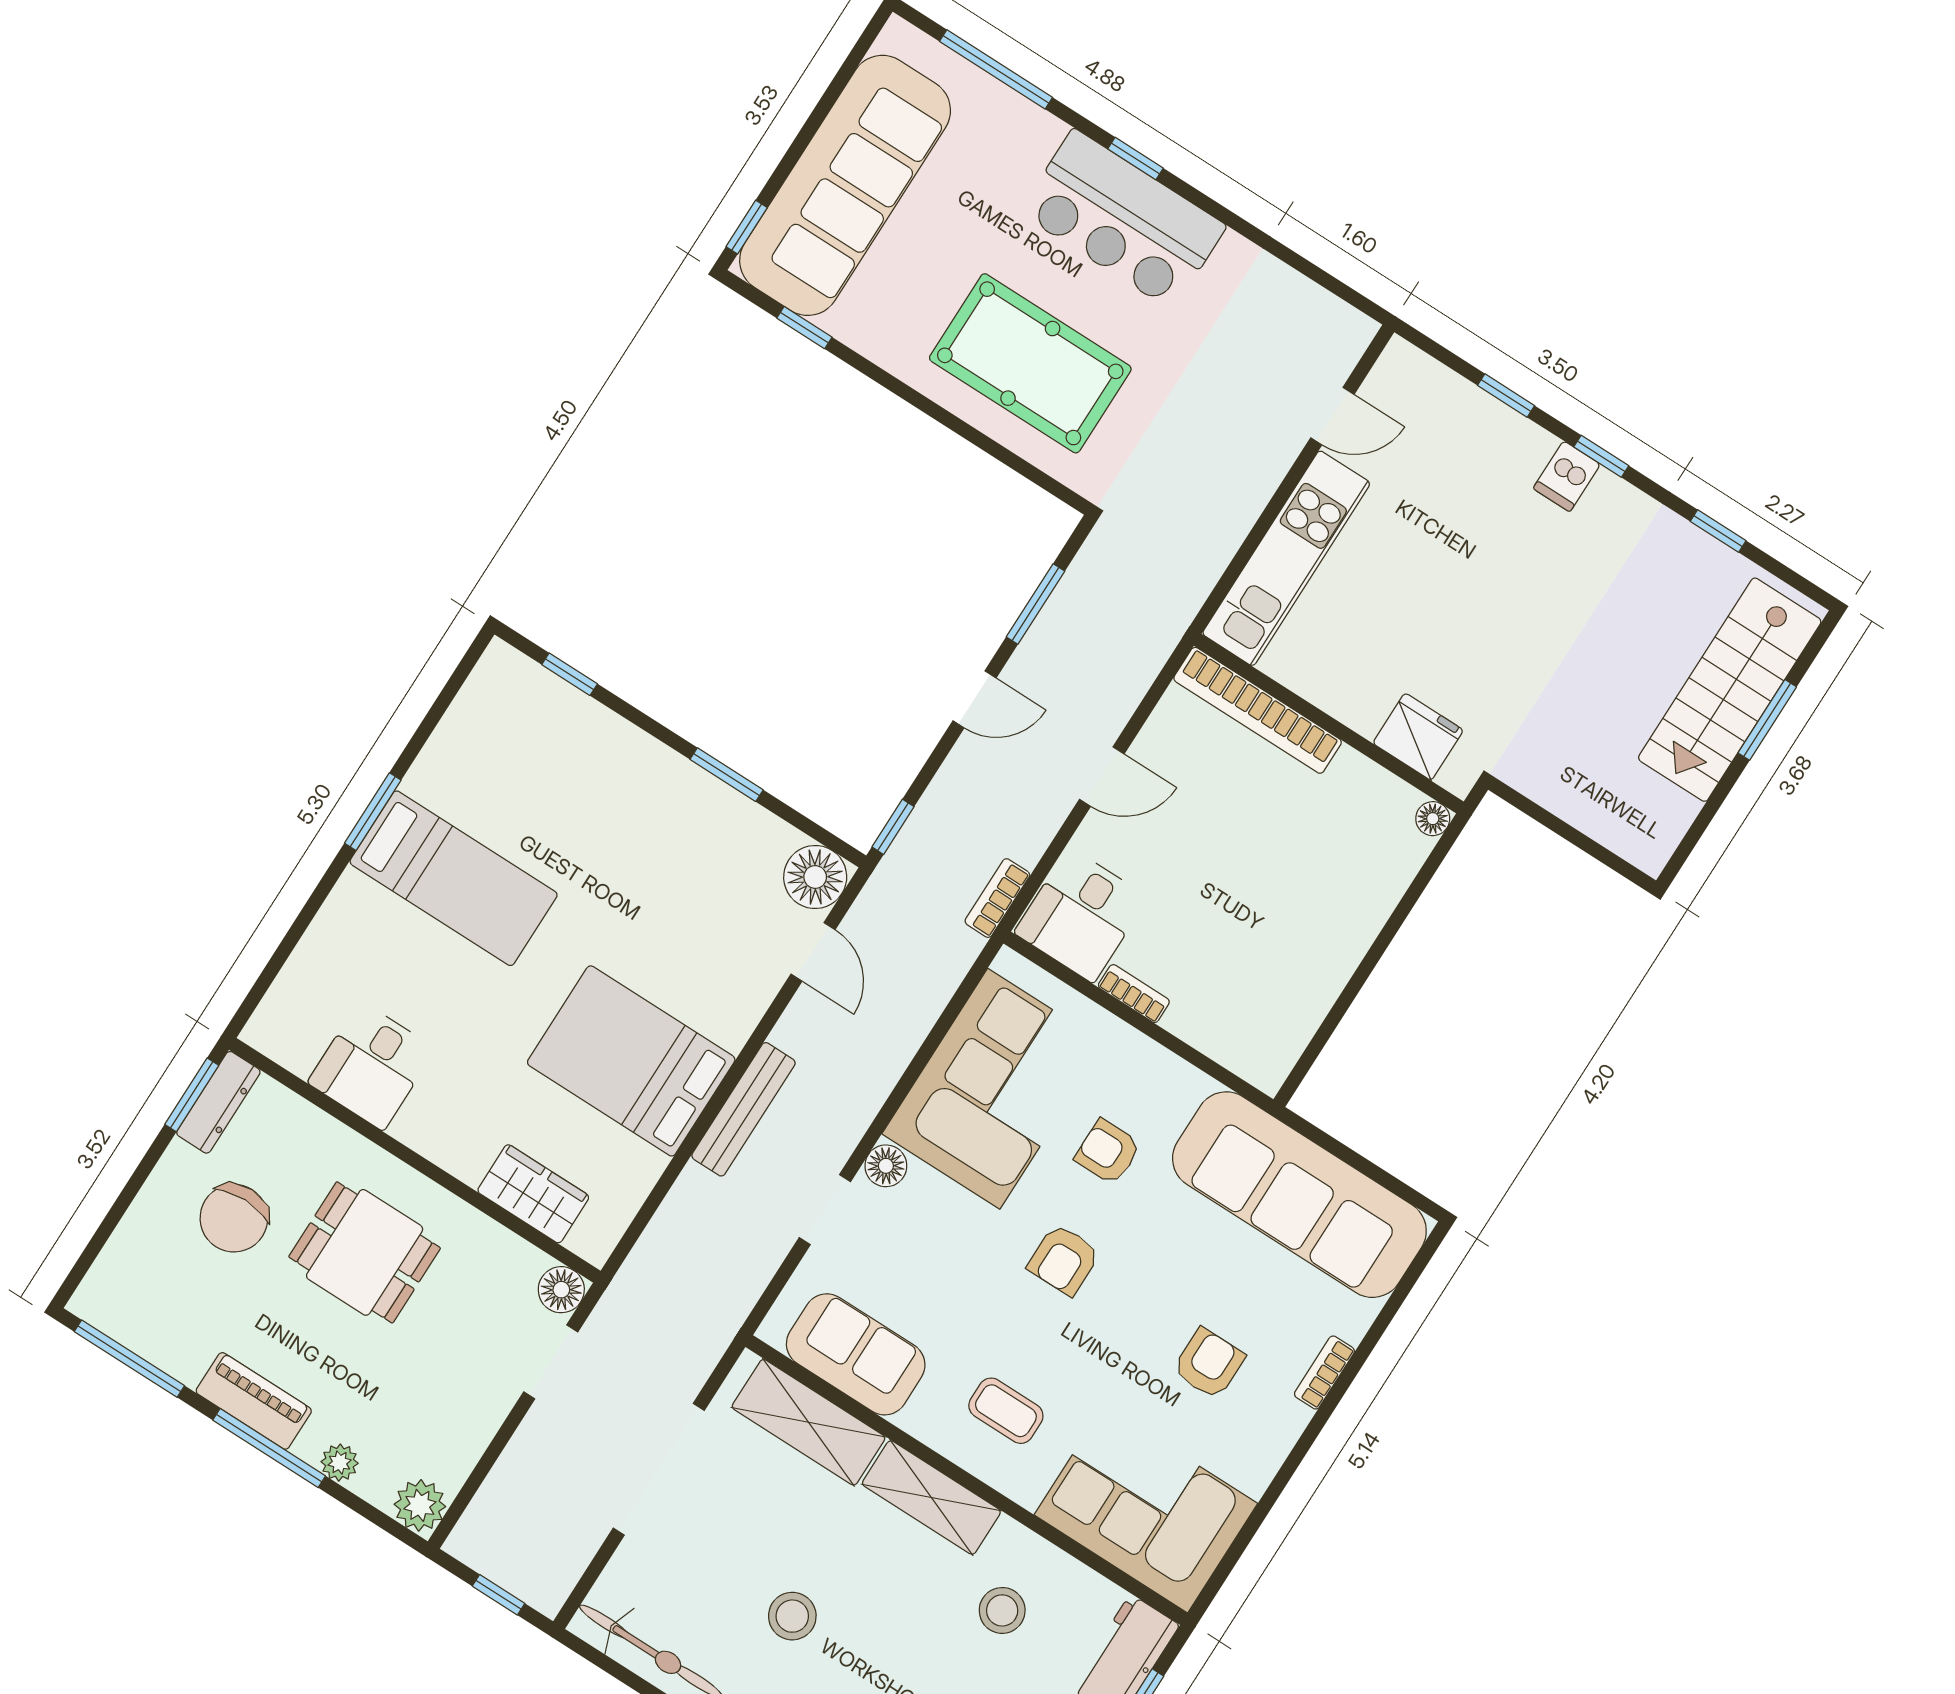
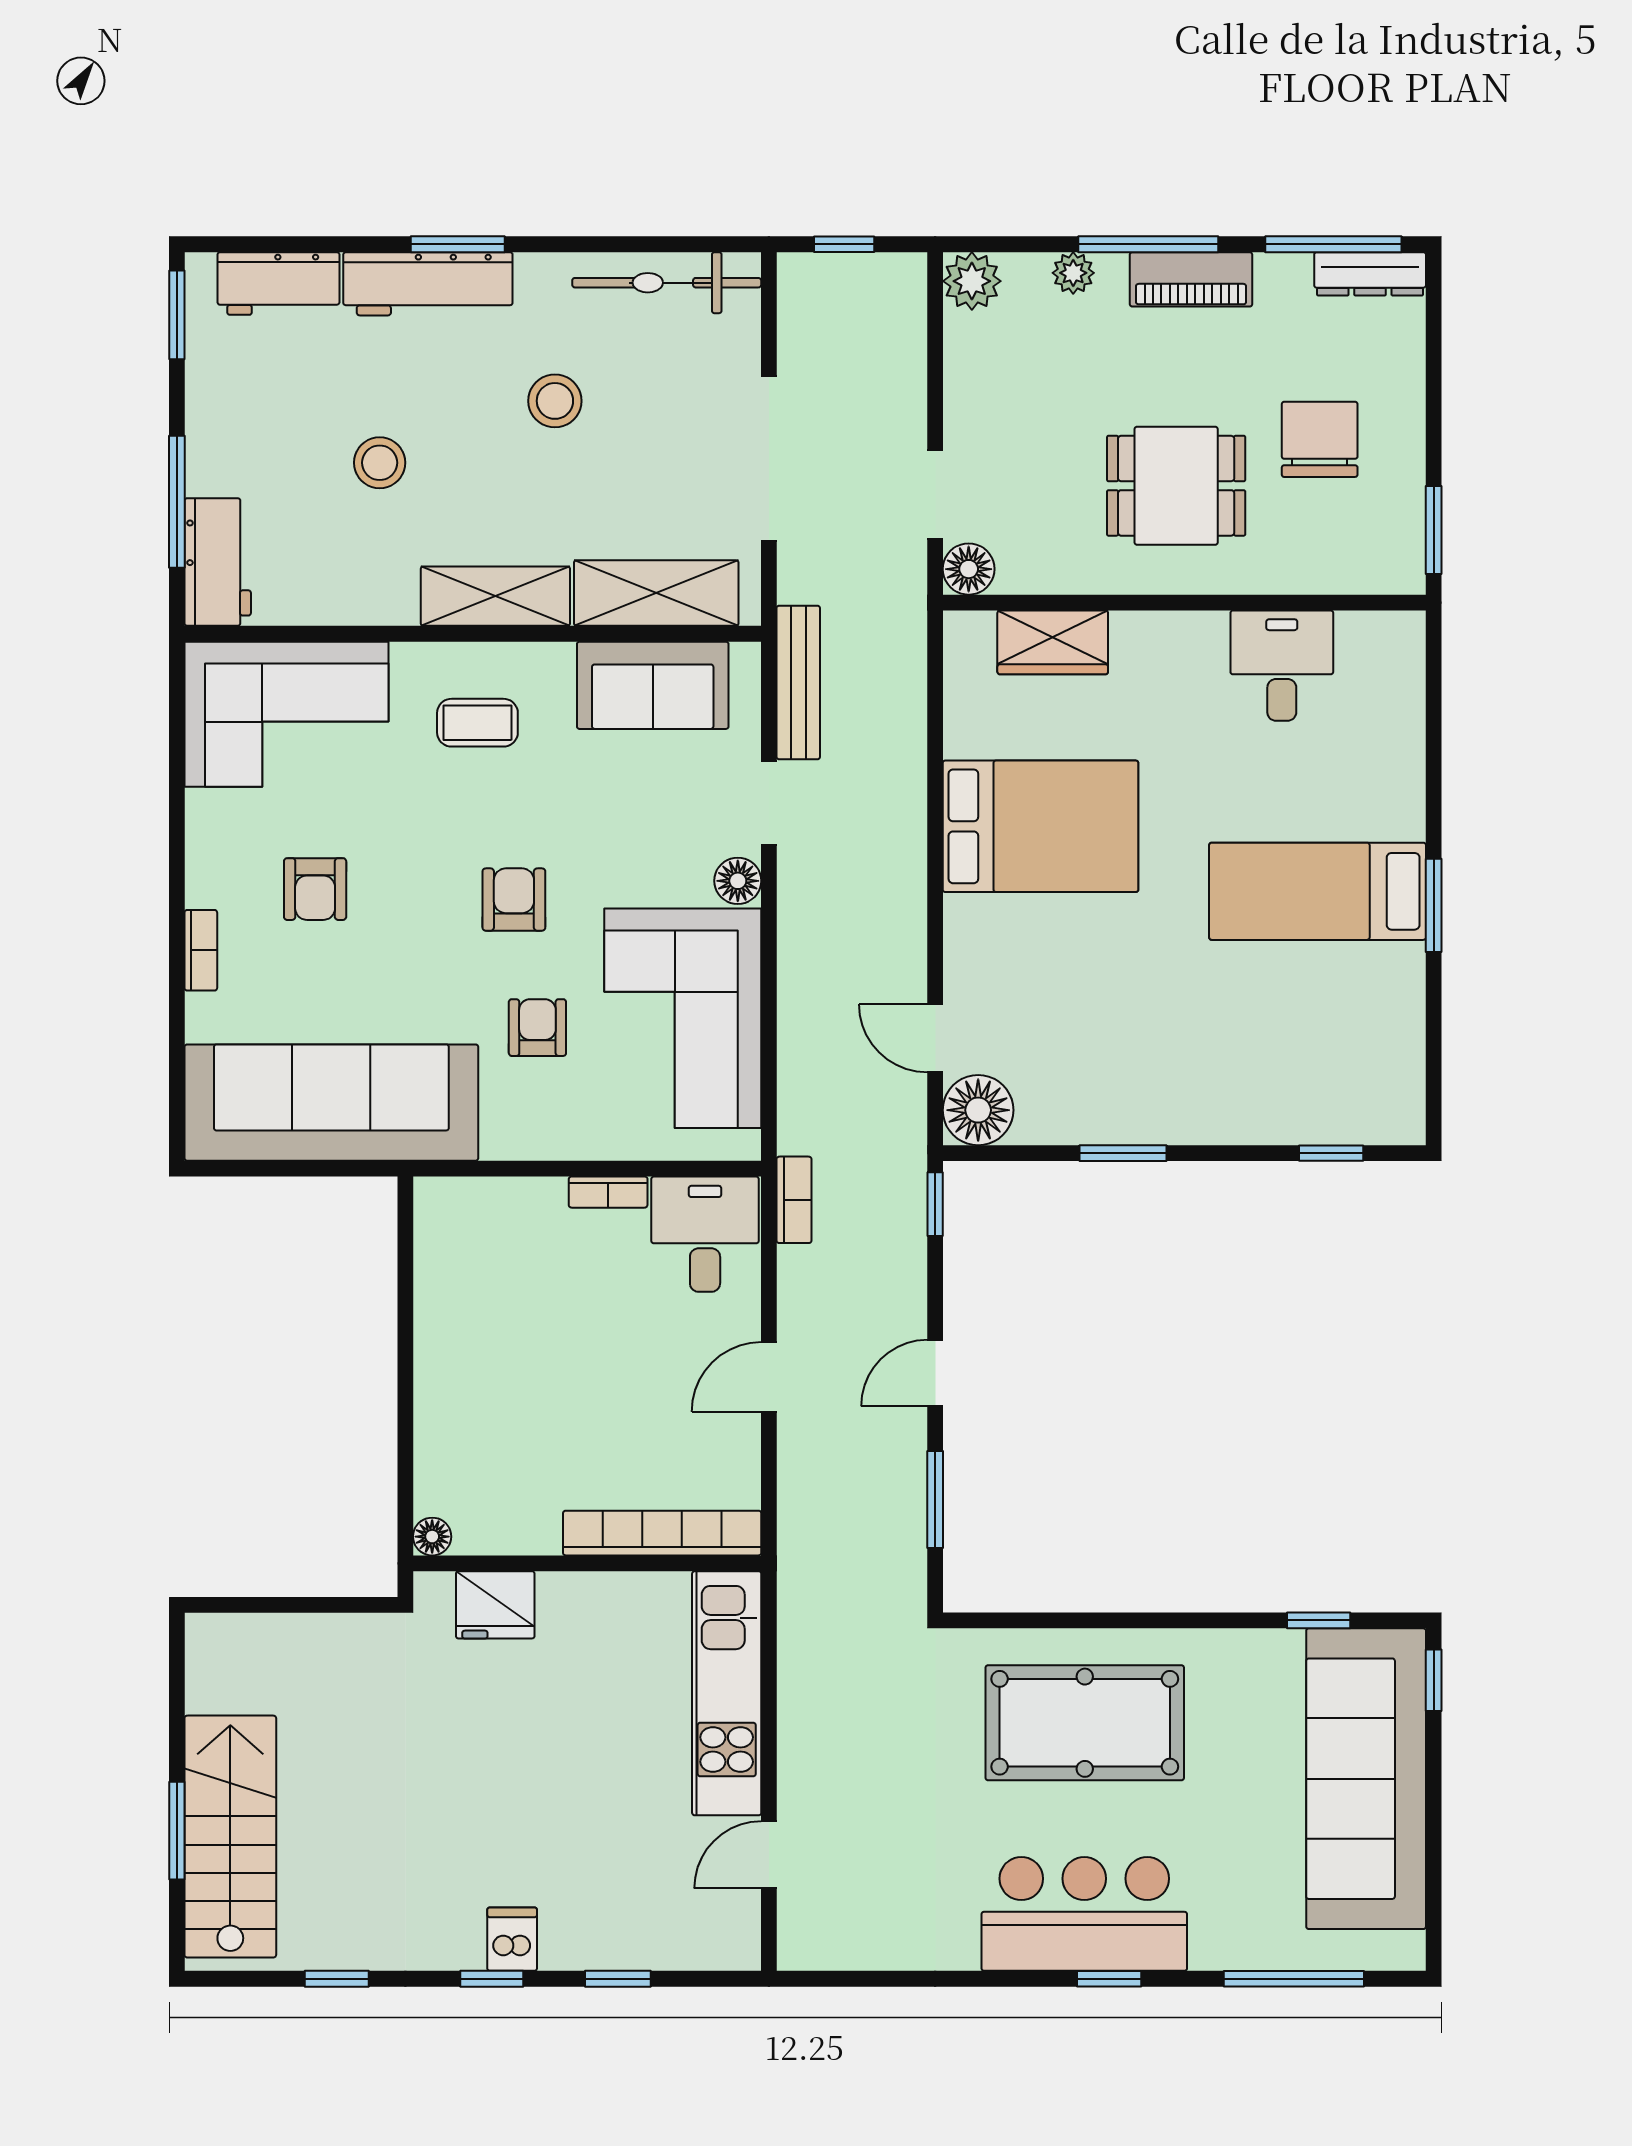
dresser: (218, 1102) -> (1370, 274), moved, turned -90
bench: (744, 1109) -> (798, 682), moved
armchair: (1108, 1152) -> (537, 1028), turned -90
stool: (1002, 1610) -> (380, 463), moved

